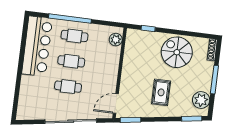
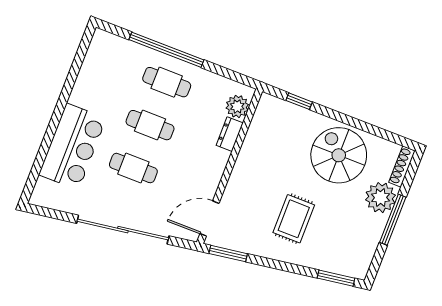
bar counter: (37, 46) -> (72, 147), moved, width x0.73
dresser: (115, 55) -> (230, 134), added
plant: (201, 100) -> (381, 198), moved

